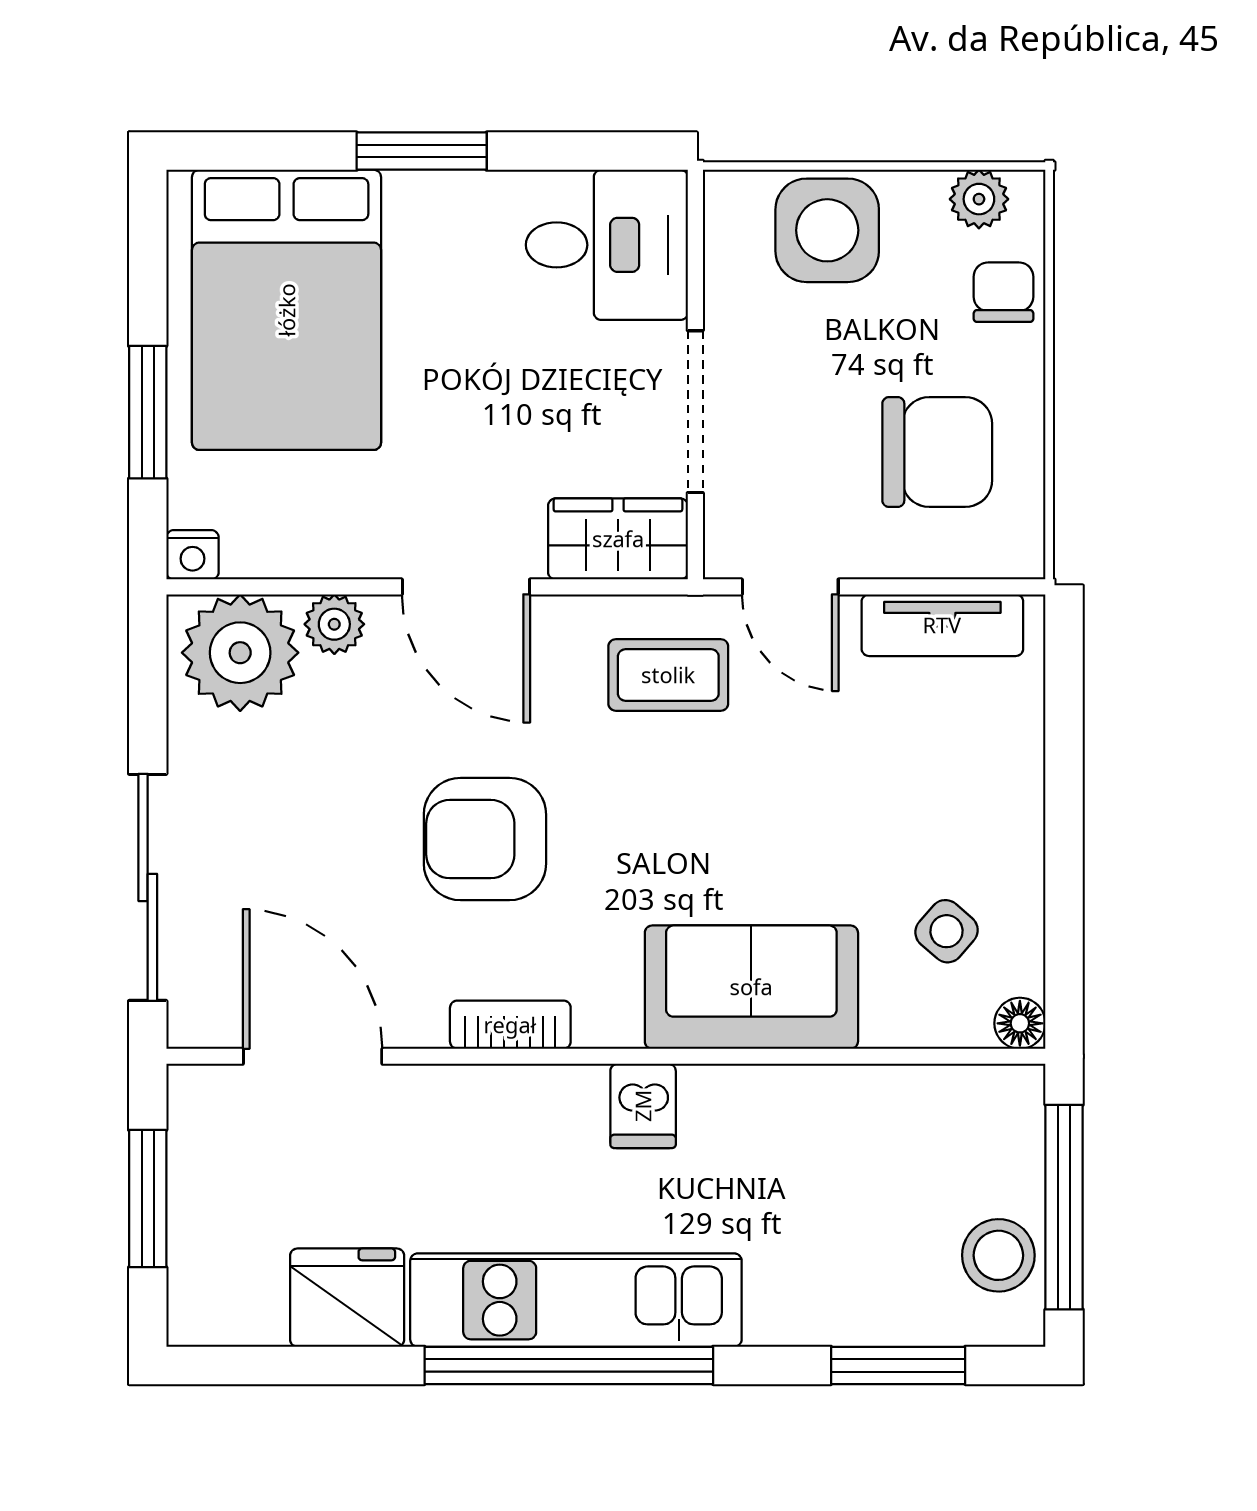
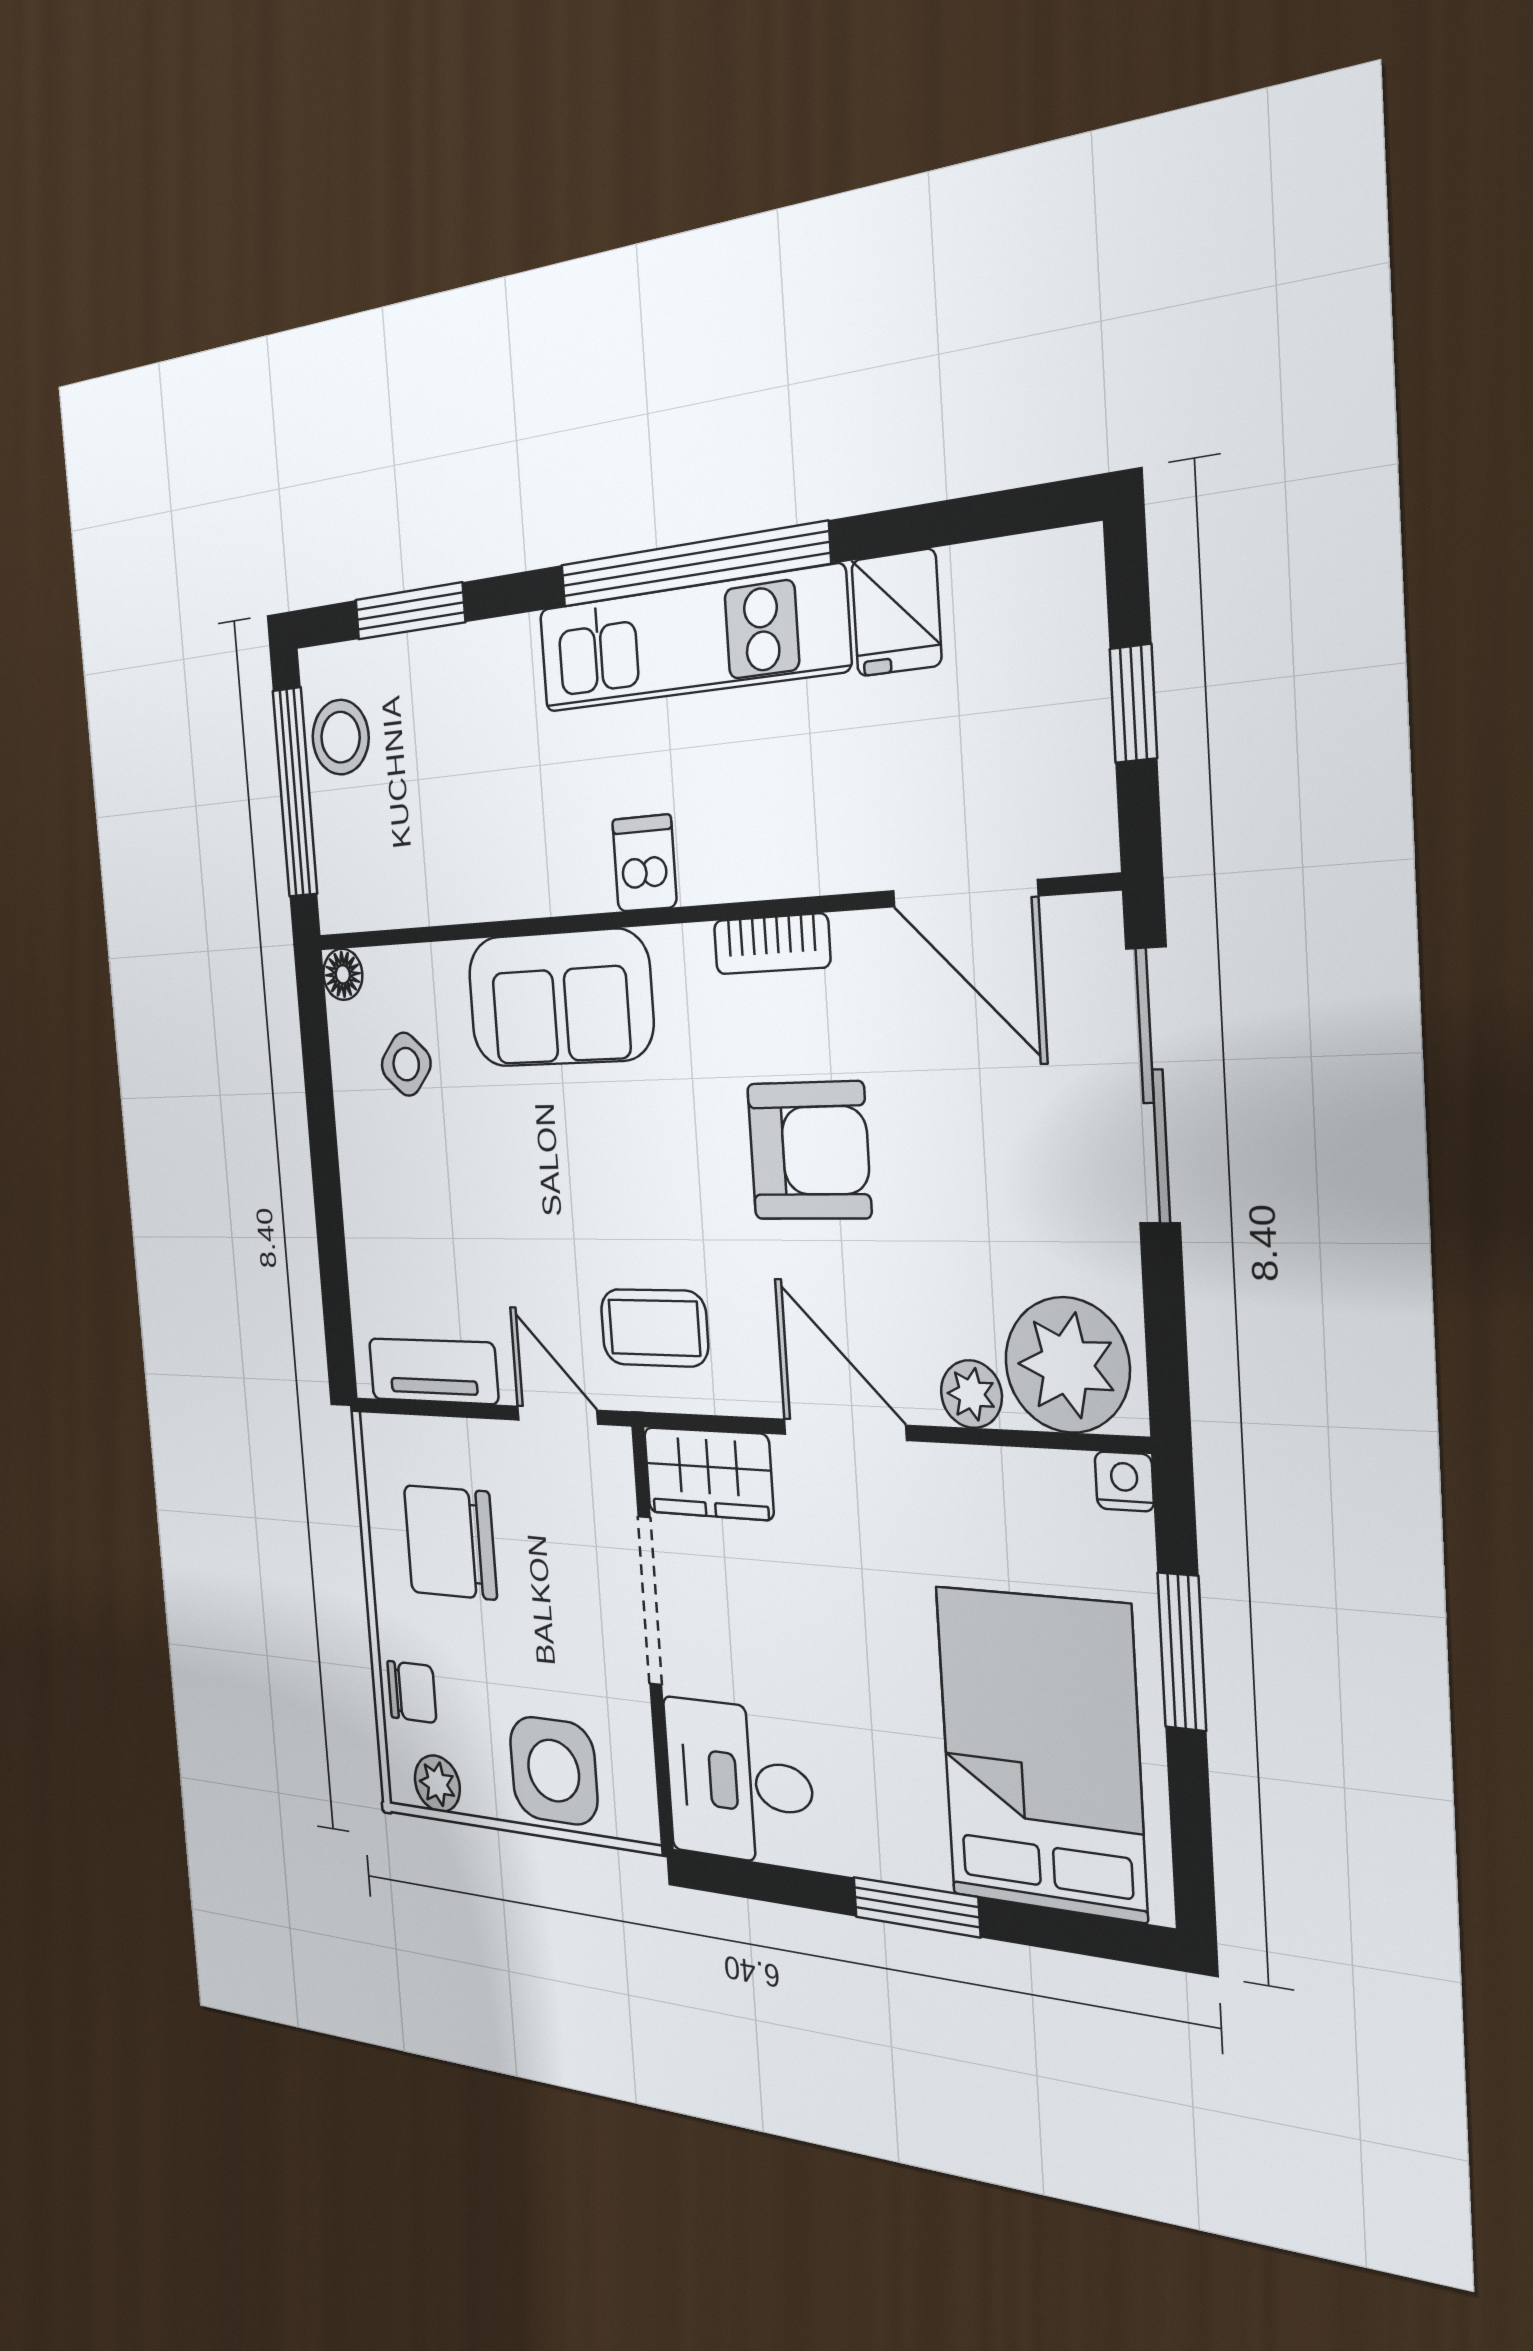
chair: (1003, 292) -> (412, 1692), turned -90
window: (148, 1199) -> (1133, 703), width x0.67
fridge: (347, 1298) -> (896, 613), width x0.72

